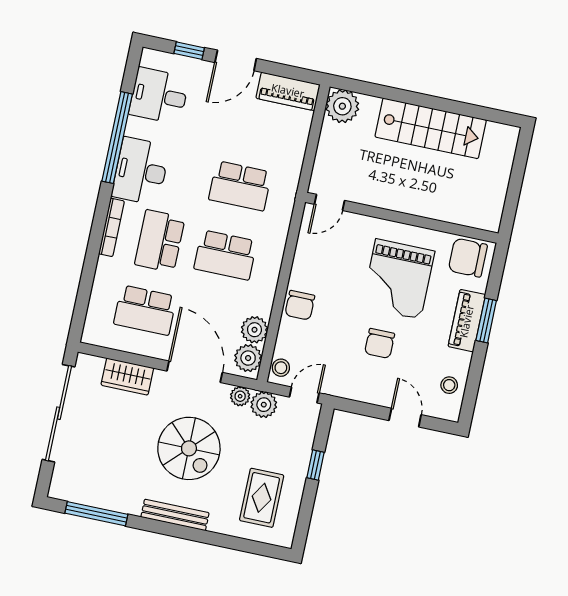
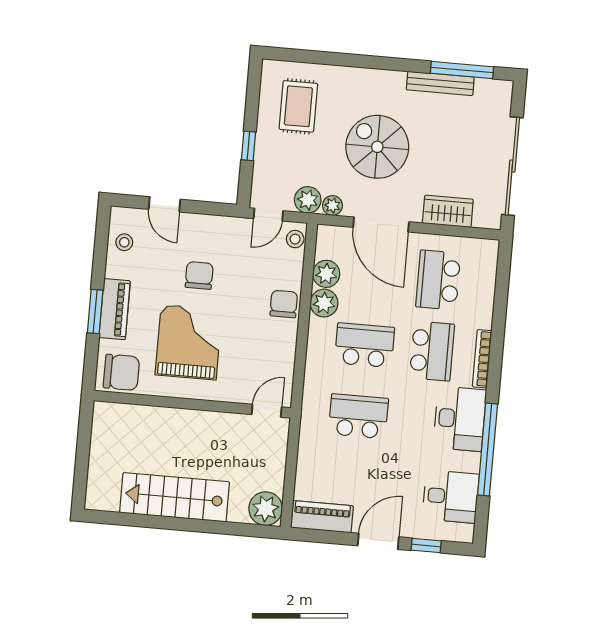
school desk: (145, 310) -> (438, 280), turned -90
plant: (248, 358) -> (324, 303), moved
bench: (175, 515) -> (440, 83), moved

